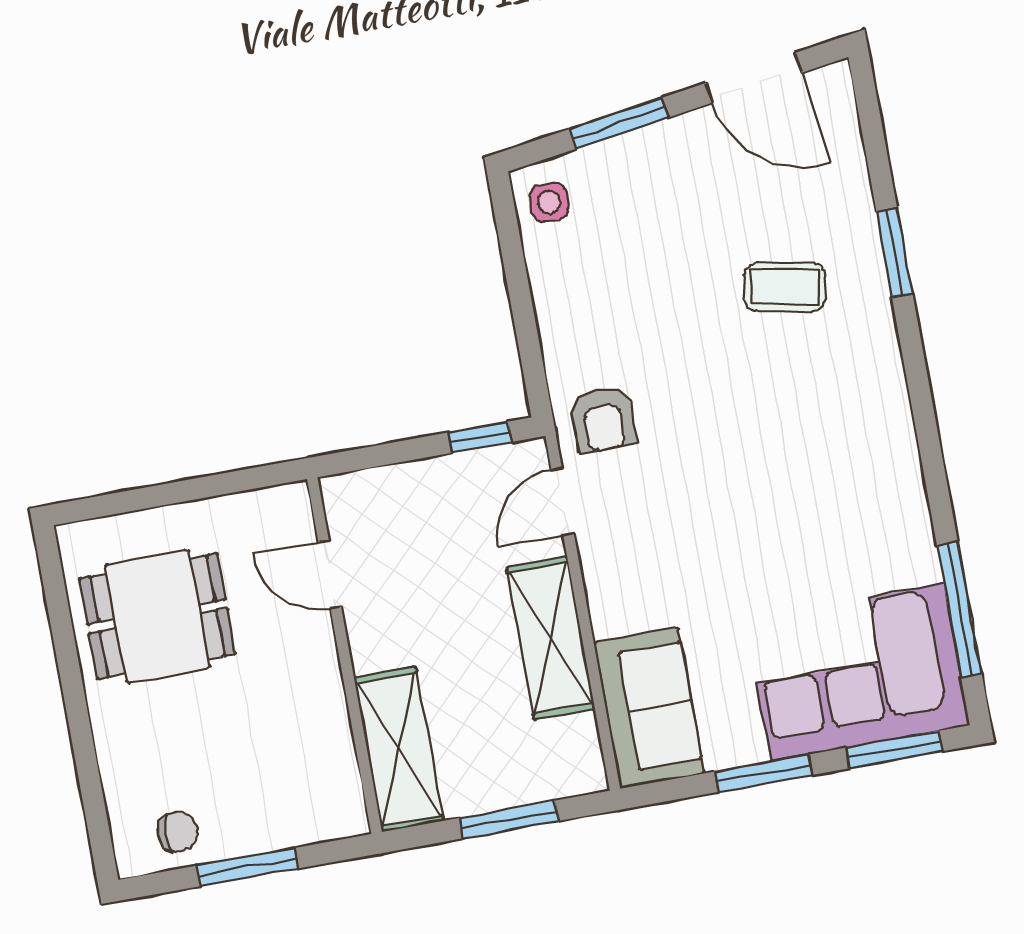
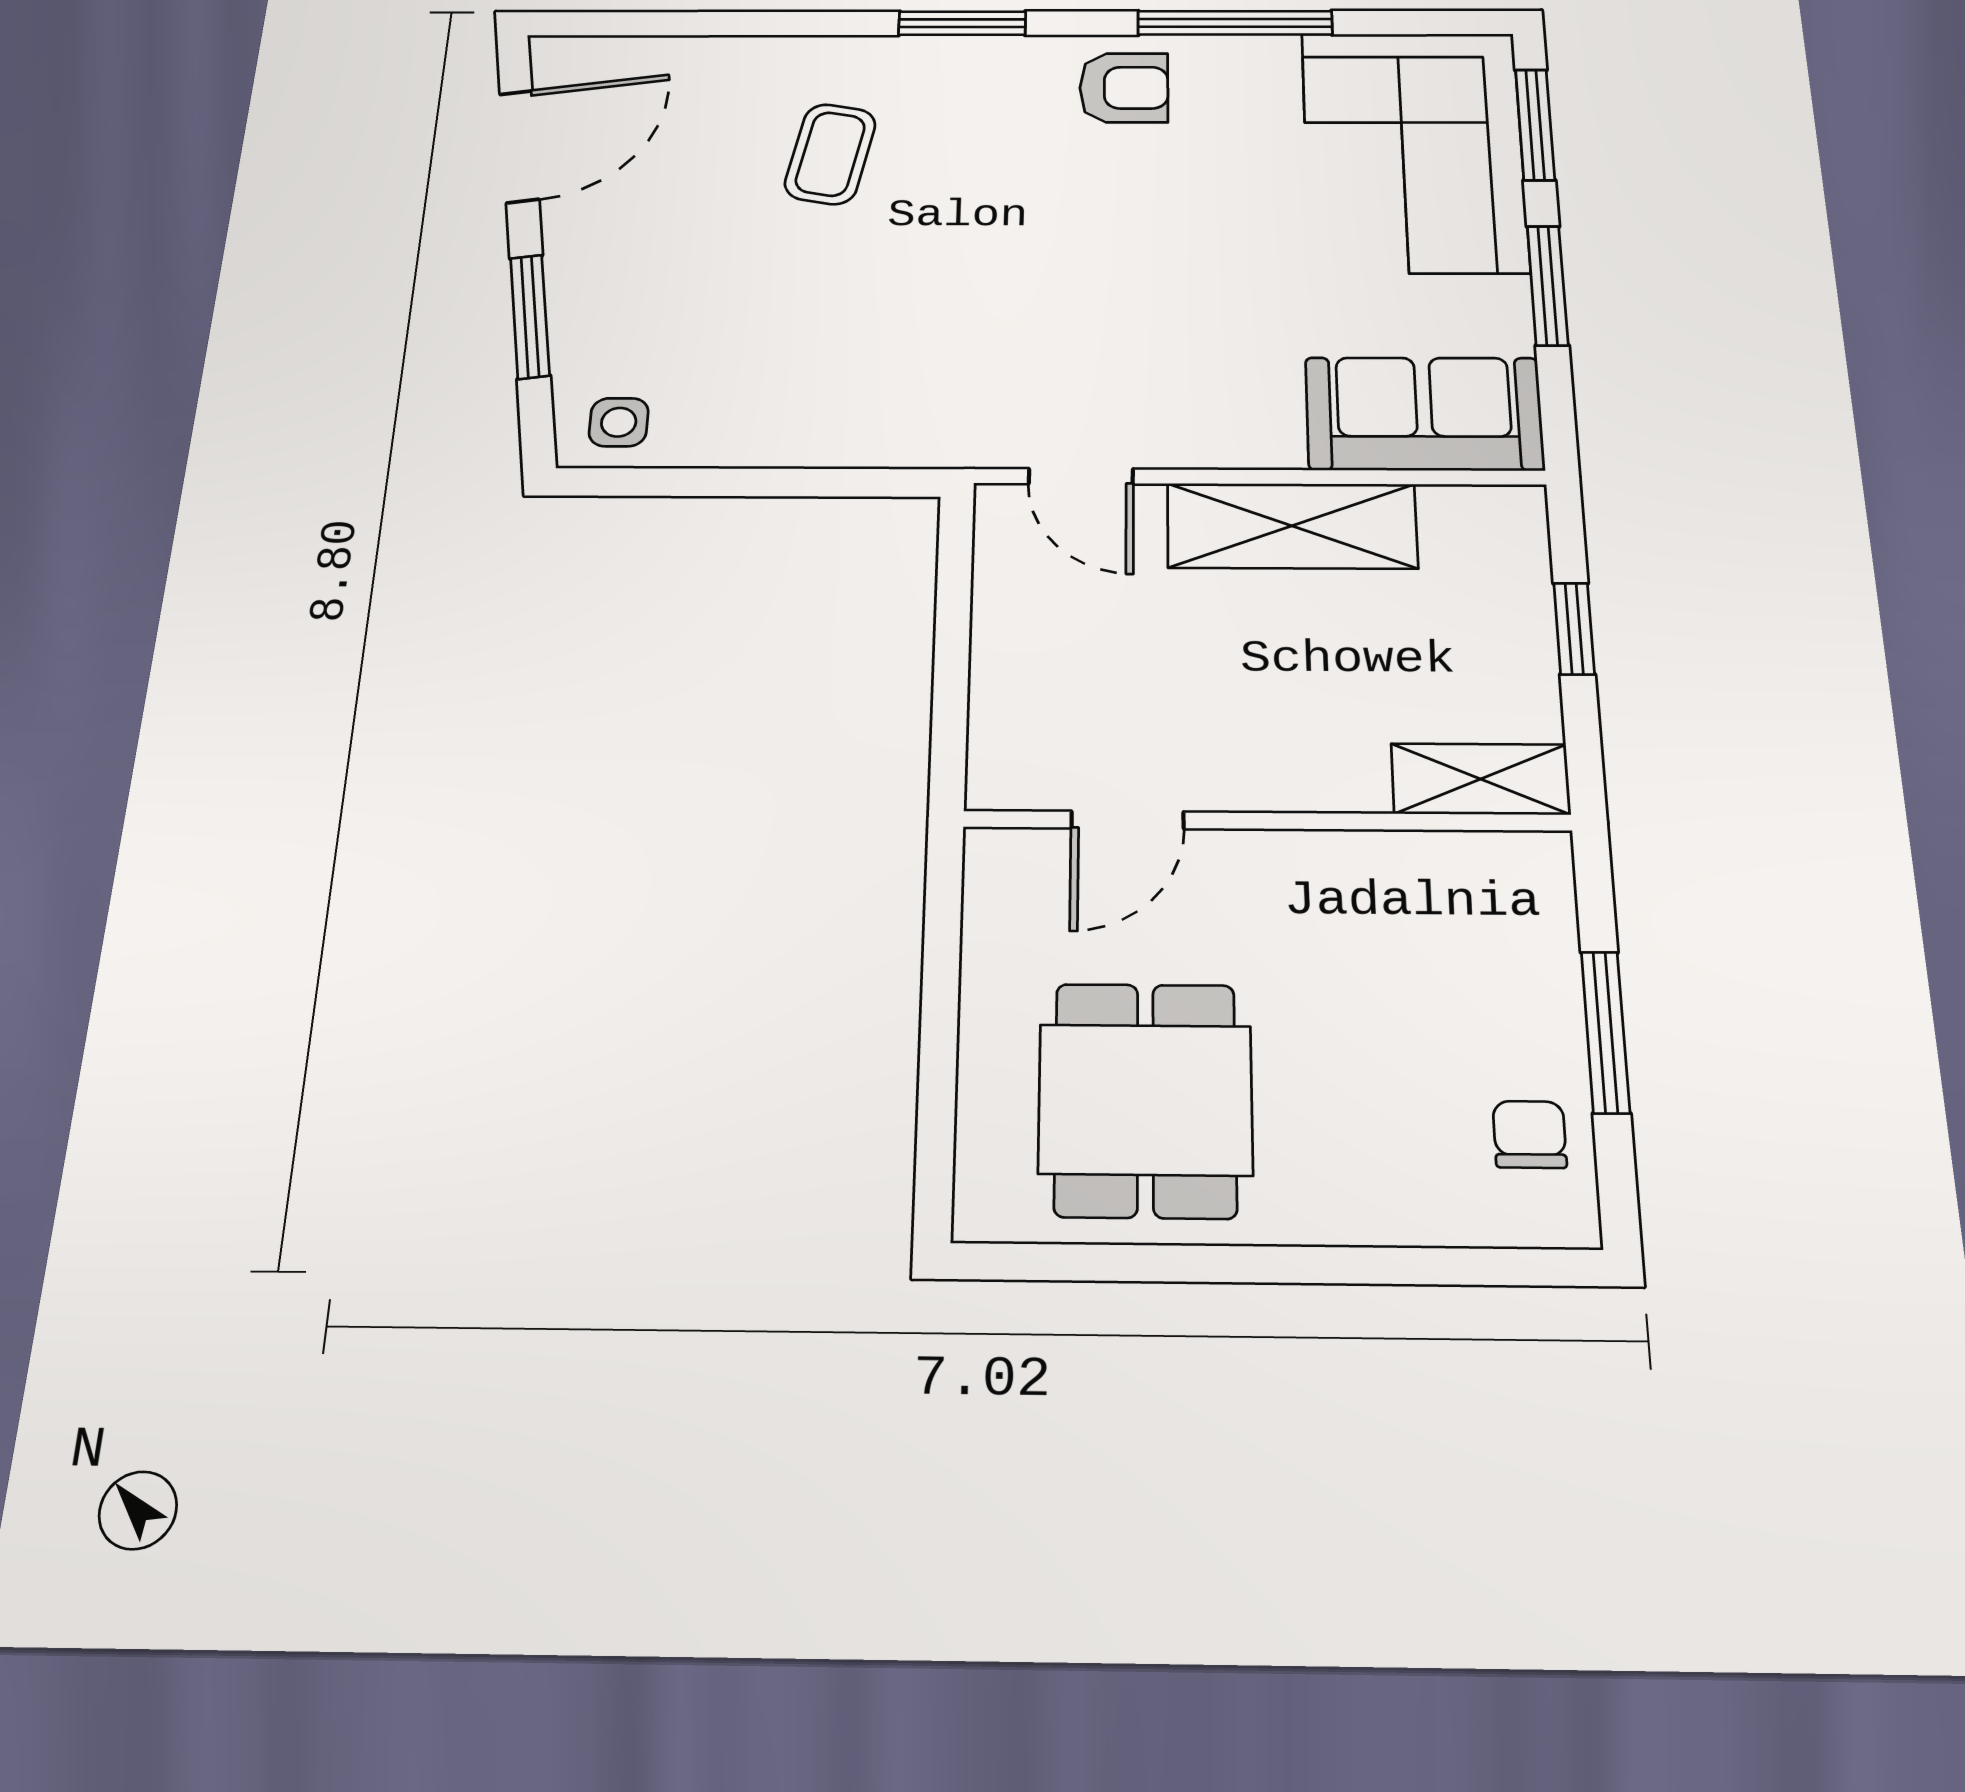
window: (894, 253) -> (962, 23), moved
armchair: (603, 419) -> (1124, 88), moved
window: (480, 437) -> (954, 570), removed
window: (959, 609) -> (1235, 23), moved
shelving: (399, 749) -> (1480, 779), width x0.67, depth x0.75
window: (509, 819) -> (1574, 629), width x0.67

